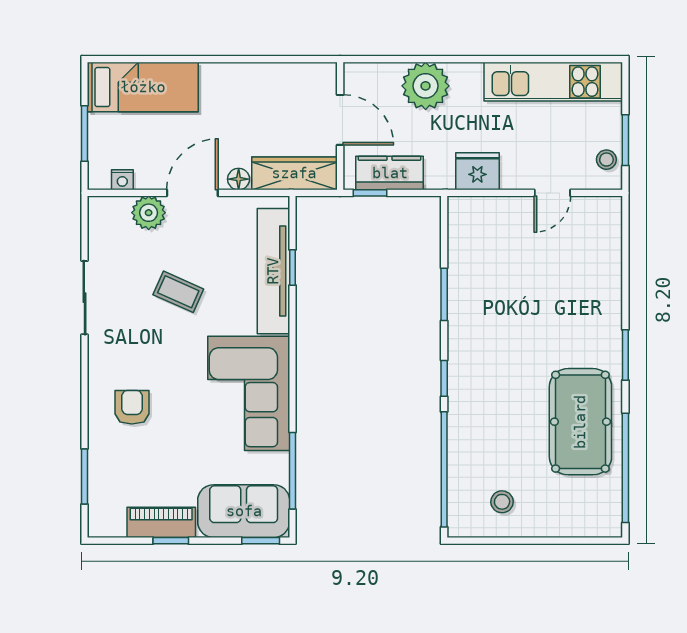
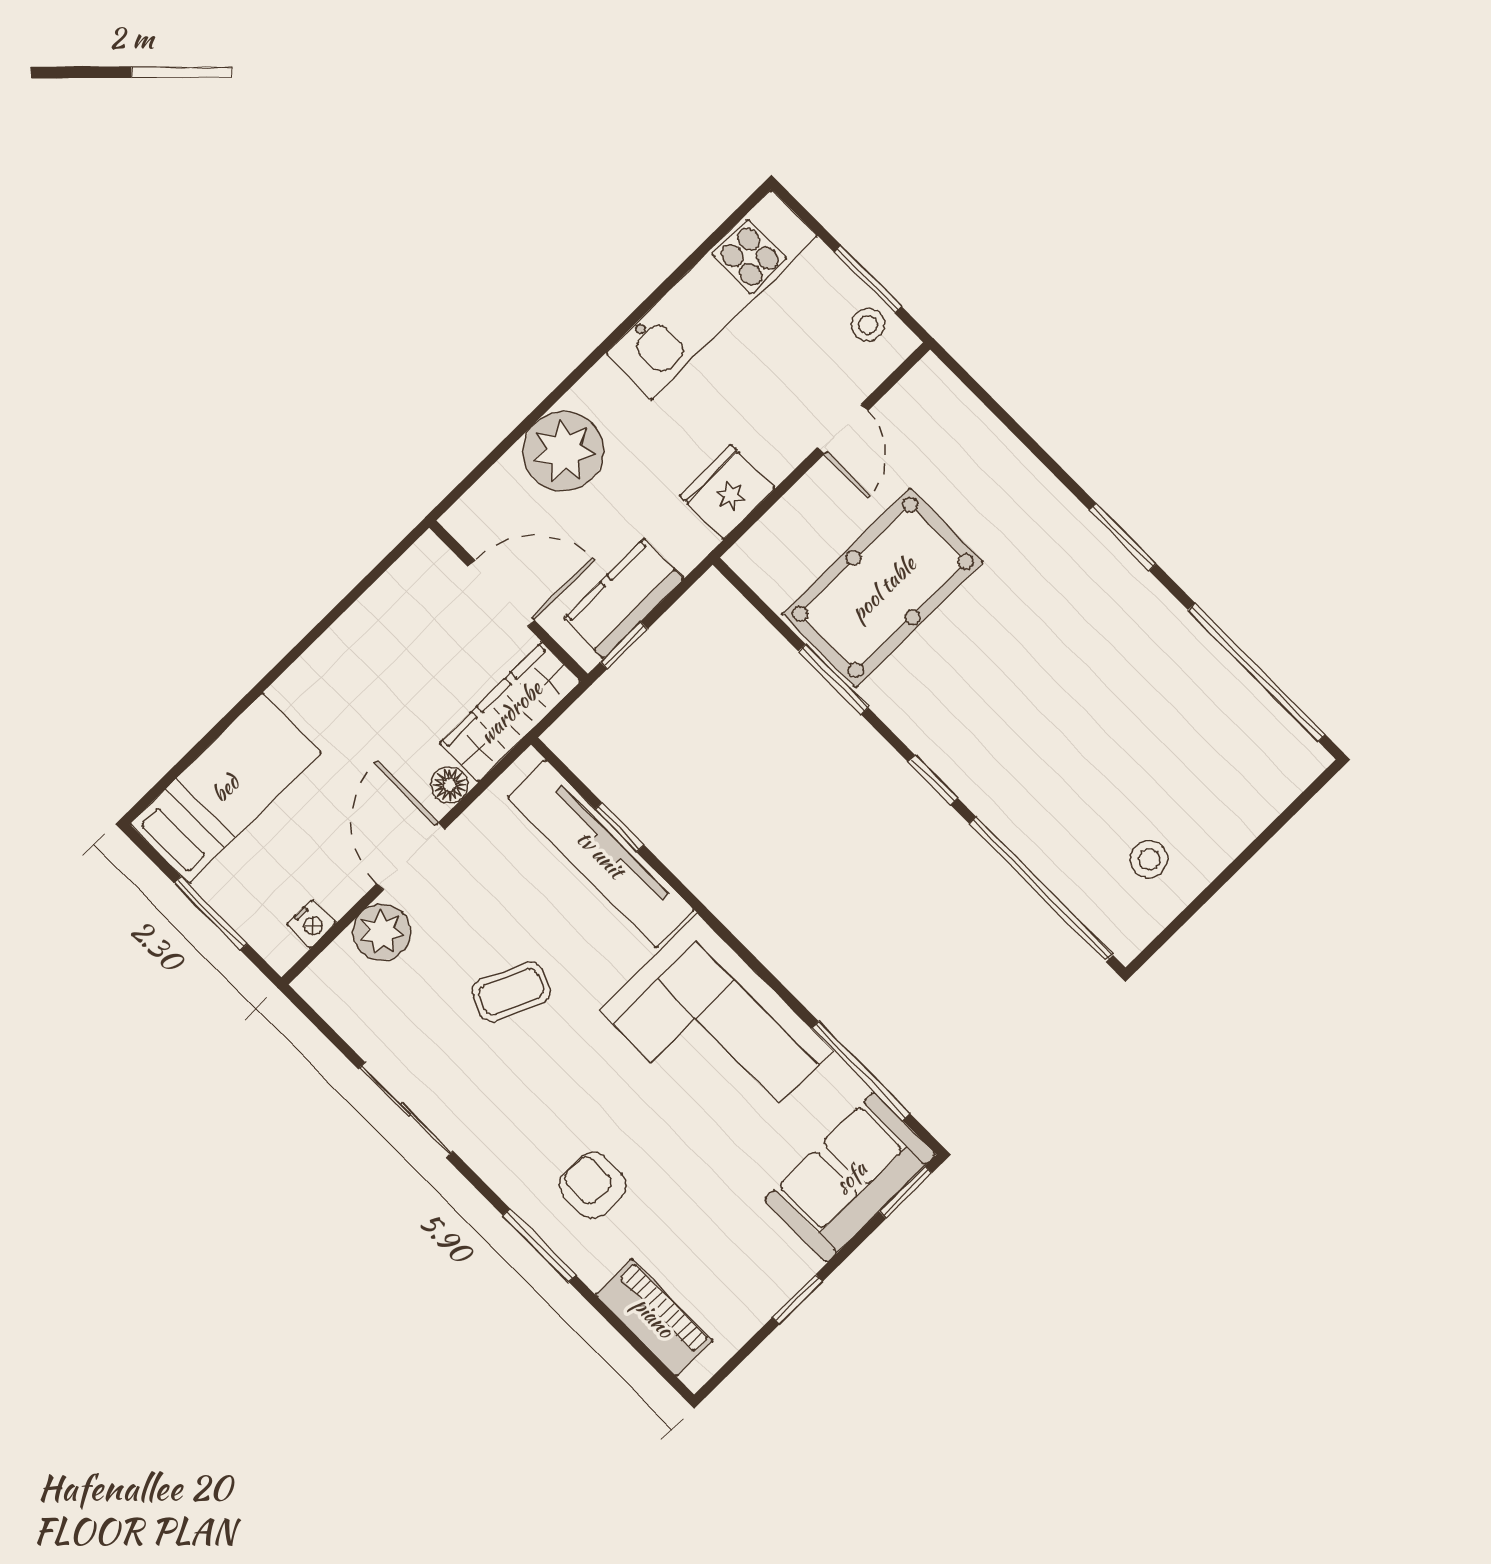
pool table: (580, 422) -> (883, 588), moved, turned 90
window: (84, 477) -> (539, 1245), moved
piano: (161, 522) -> (654, 1317), moved, turned 90

